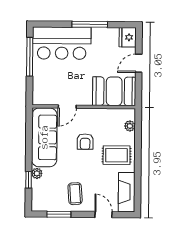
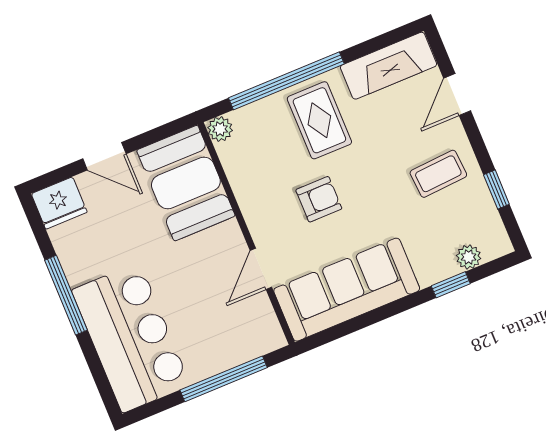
window: (30, 57) -> (224, 379), moved
door: (67, 107) -> (261, 269), swing flipped
plant: (130, 126) -> (220, 129), moved
window: (138, 149) -> (286, 81), added
plant: (37, 173) -> (469, 257), moved
window: (59, 214) -> (496, 189), width x0.67

